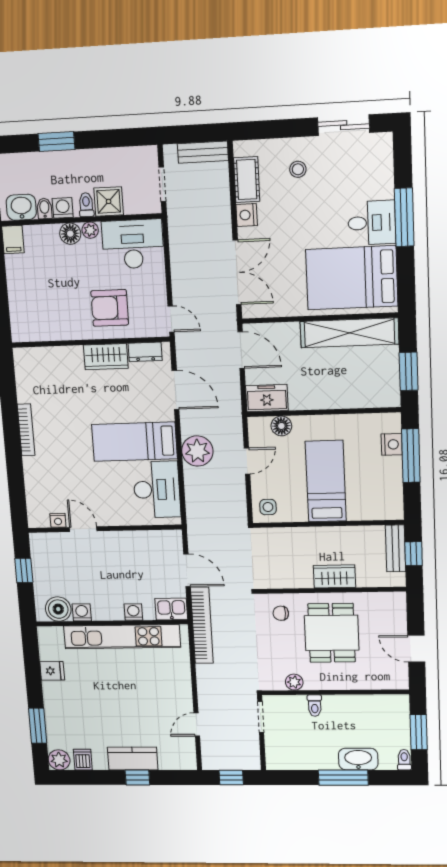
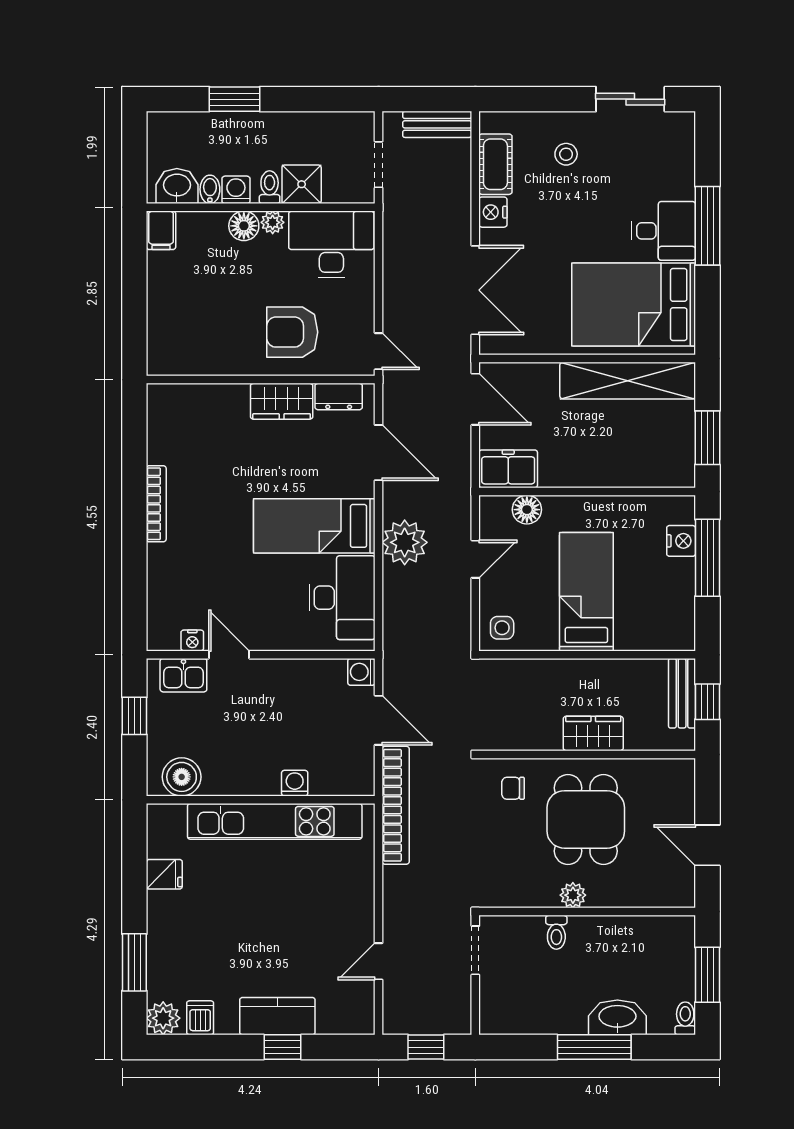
kitchen sink: (171, 609) -> (183, 675), moved, turned 180
washing machine: (82, 612) -> (361, 672), moved, turned -90
plant: (294, 682) -> (573, 895), moved

